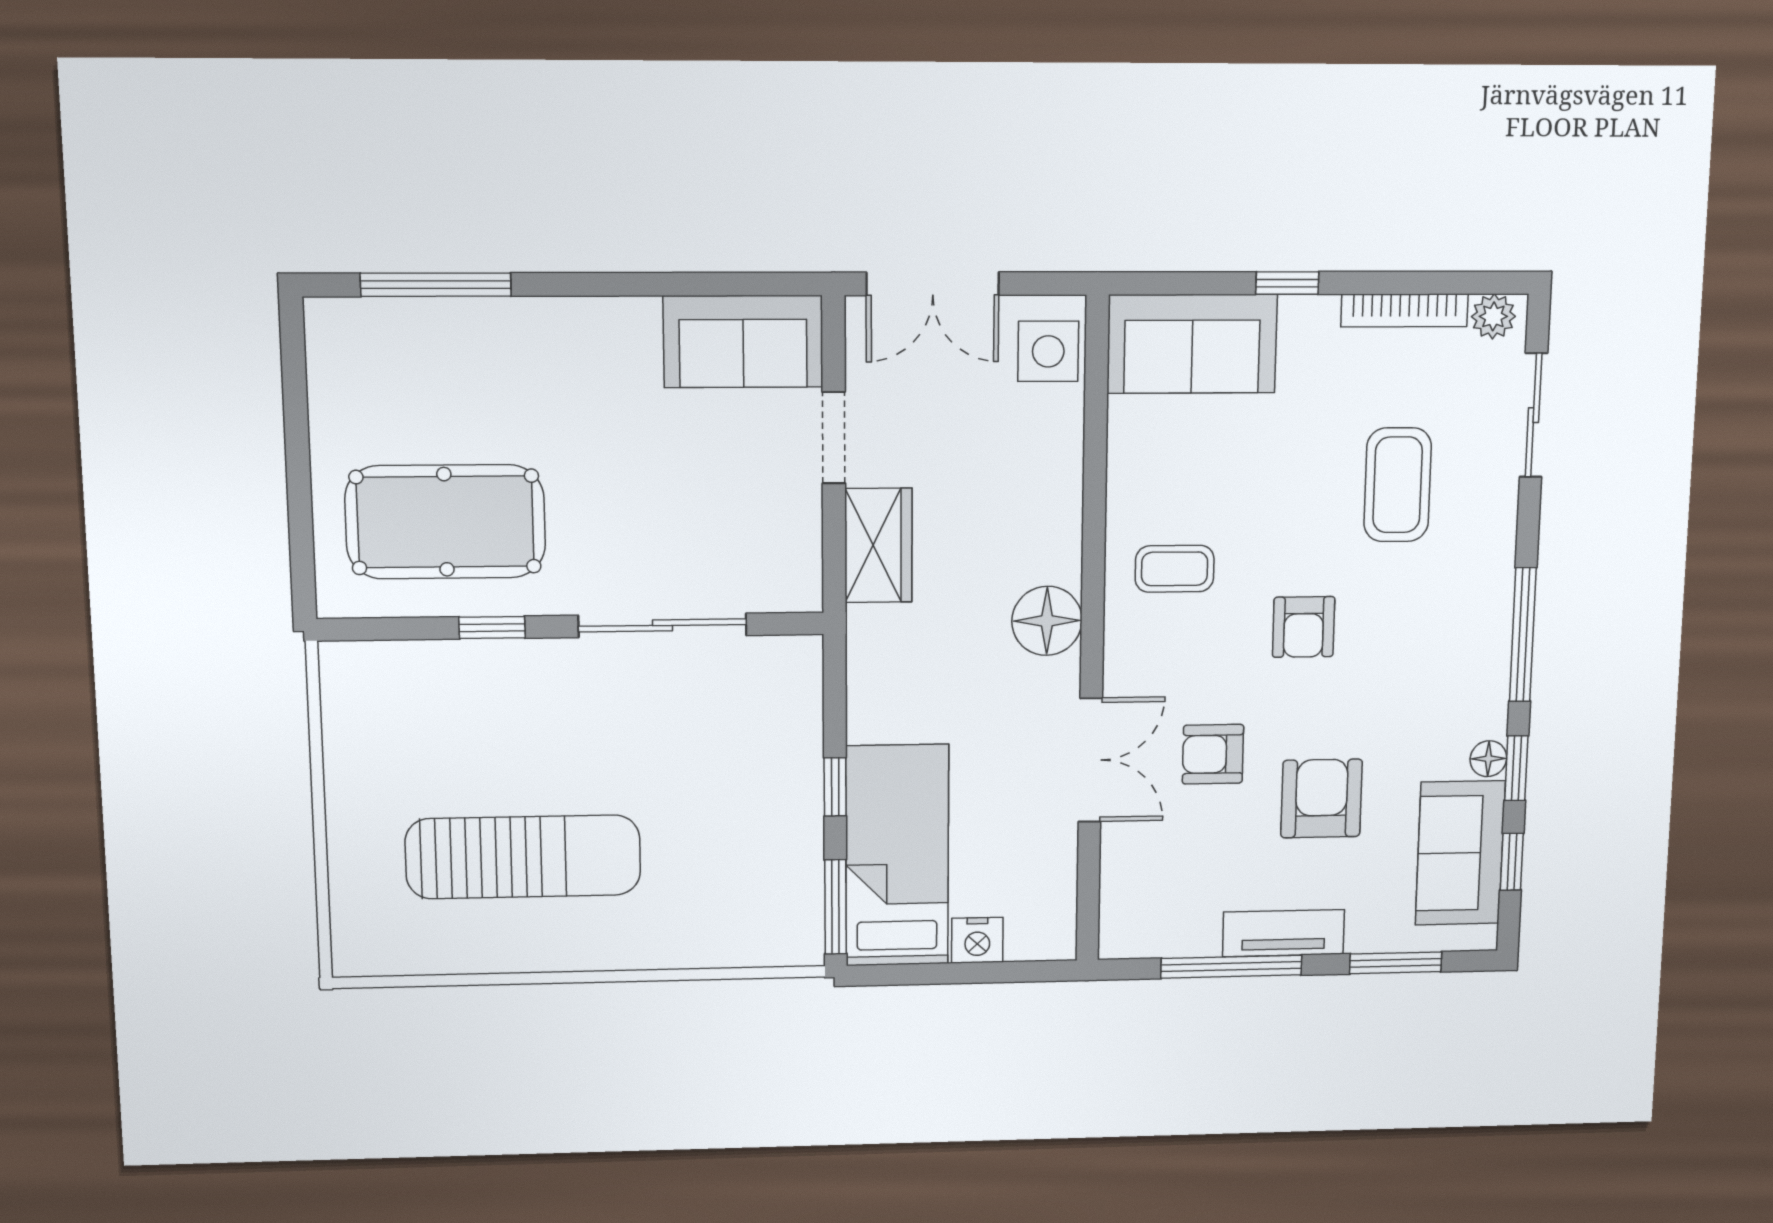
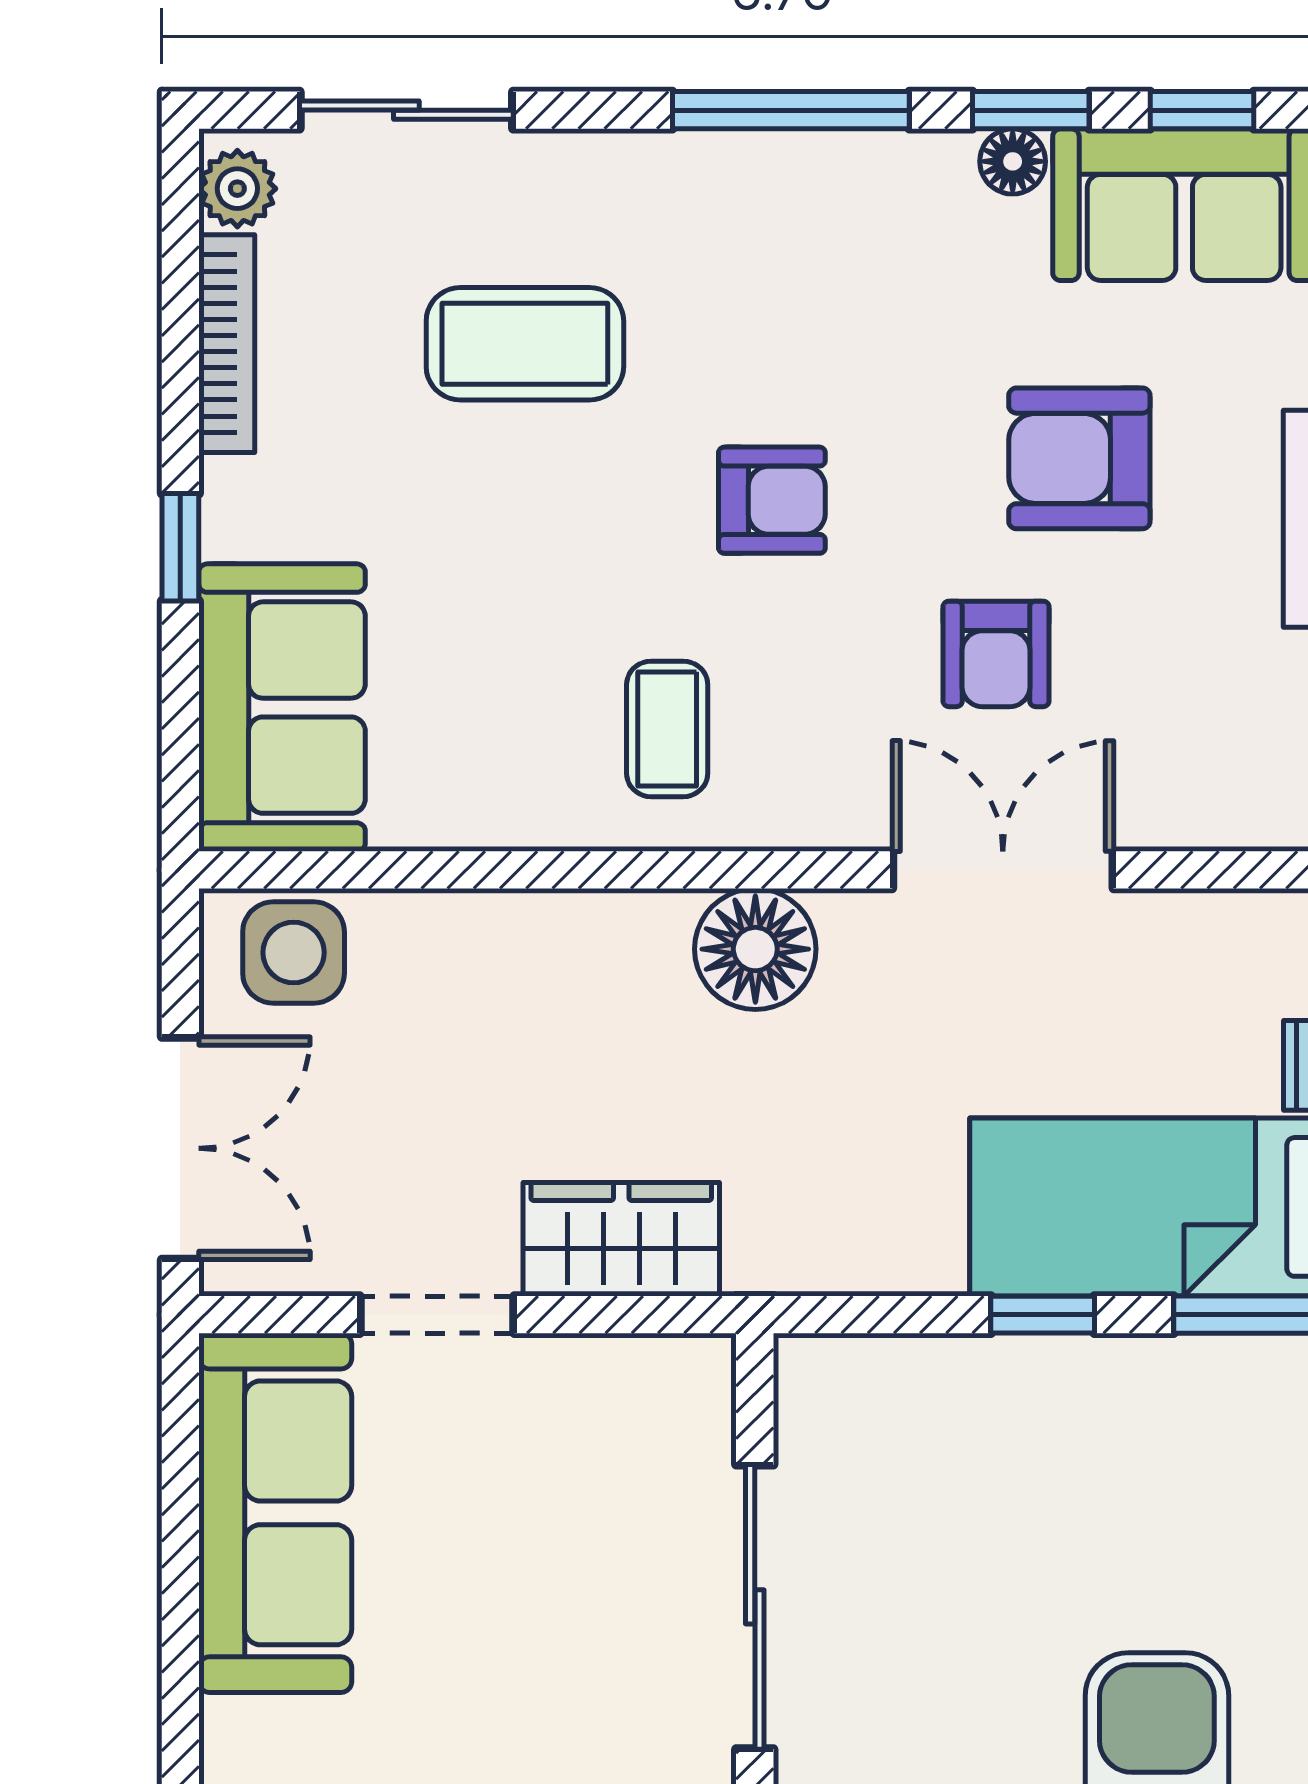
sofa: (743, 342) -> (275, 1513), width x1.36

